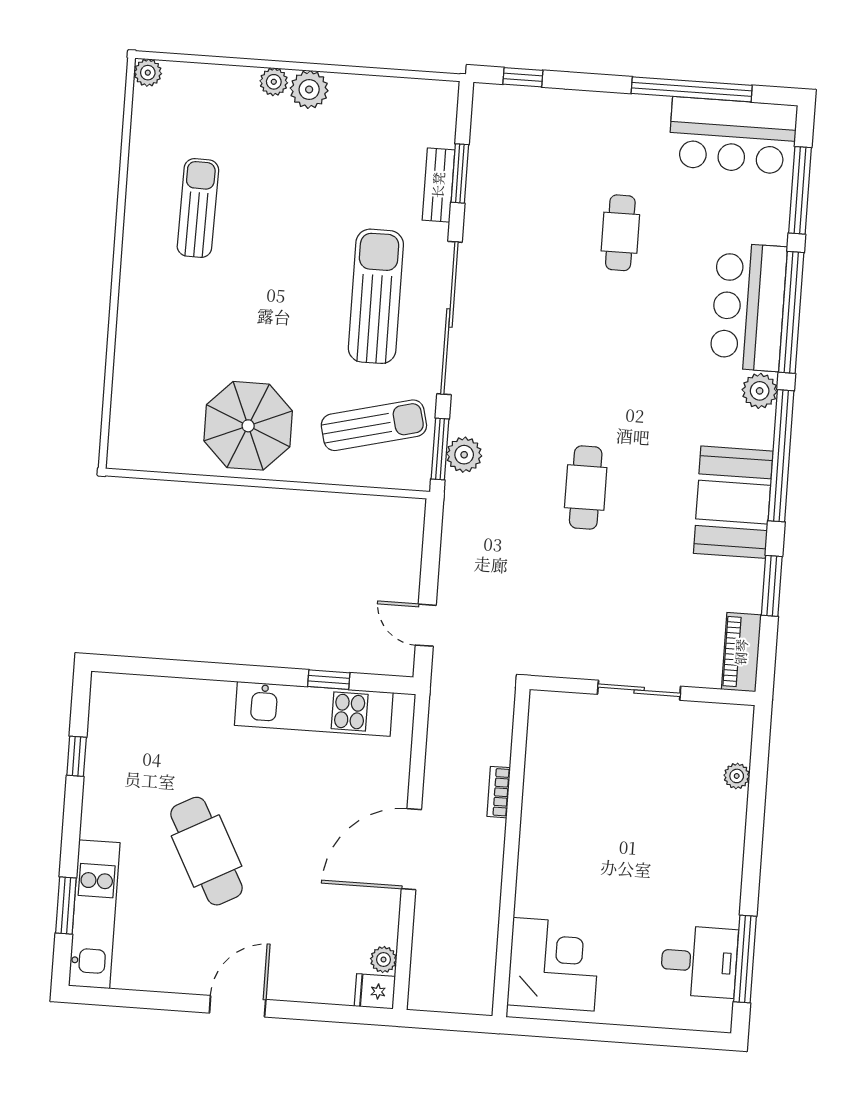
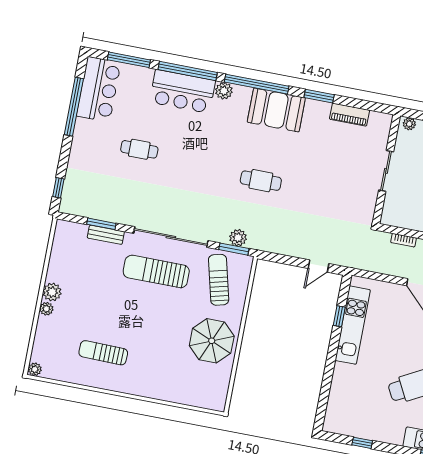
sliding door: (639, 690) -> (386, 171), moved
wall: (643, 690) -> (386, 169), moved

